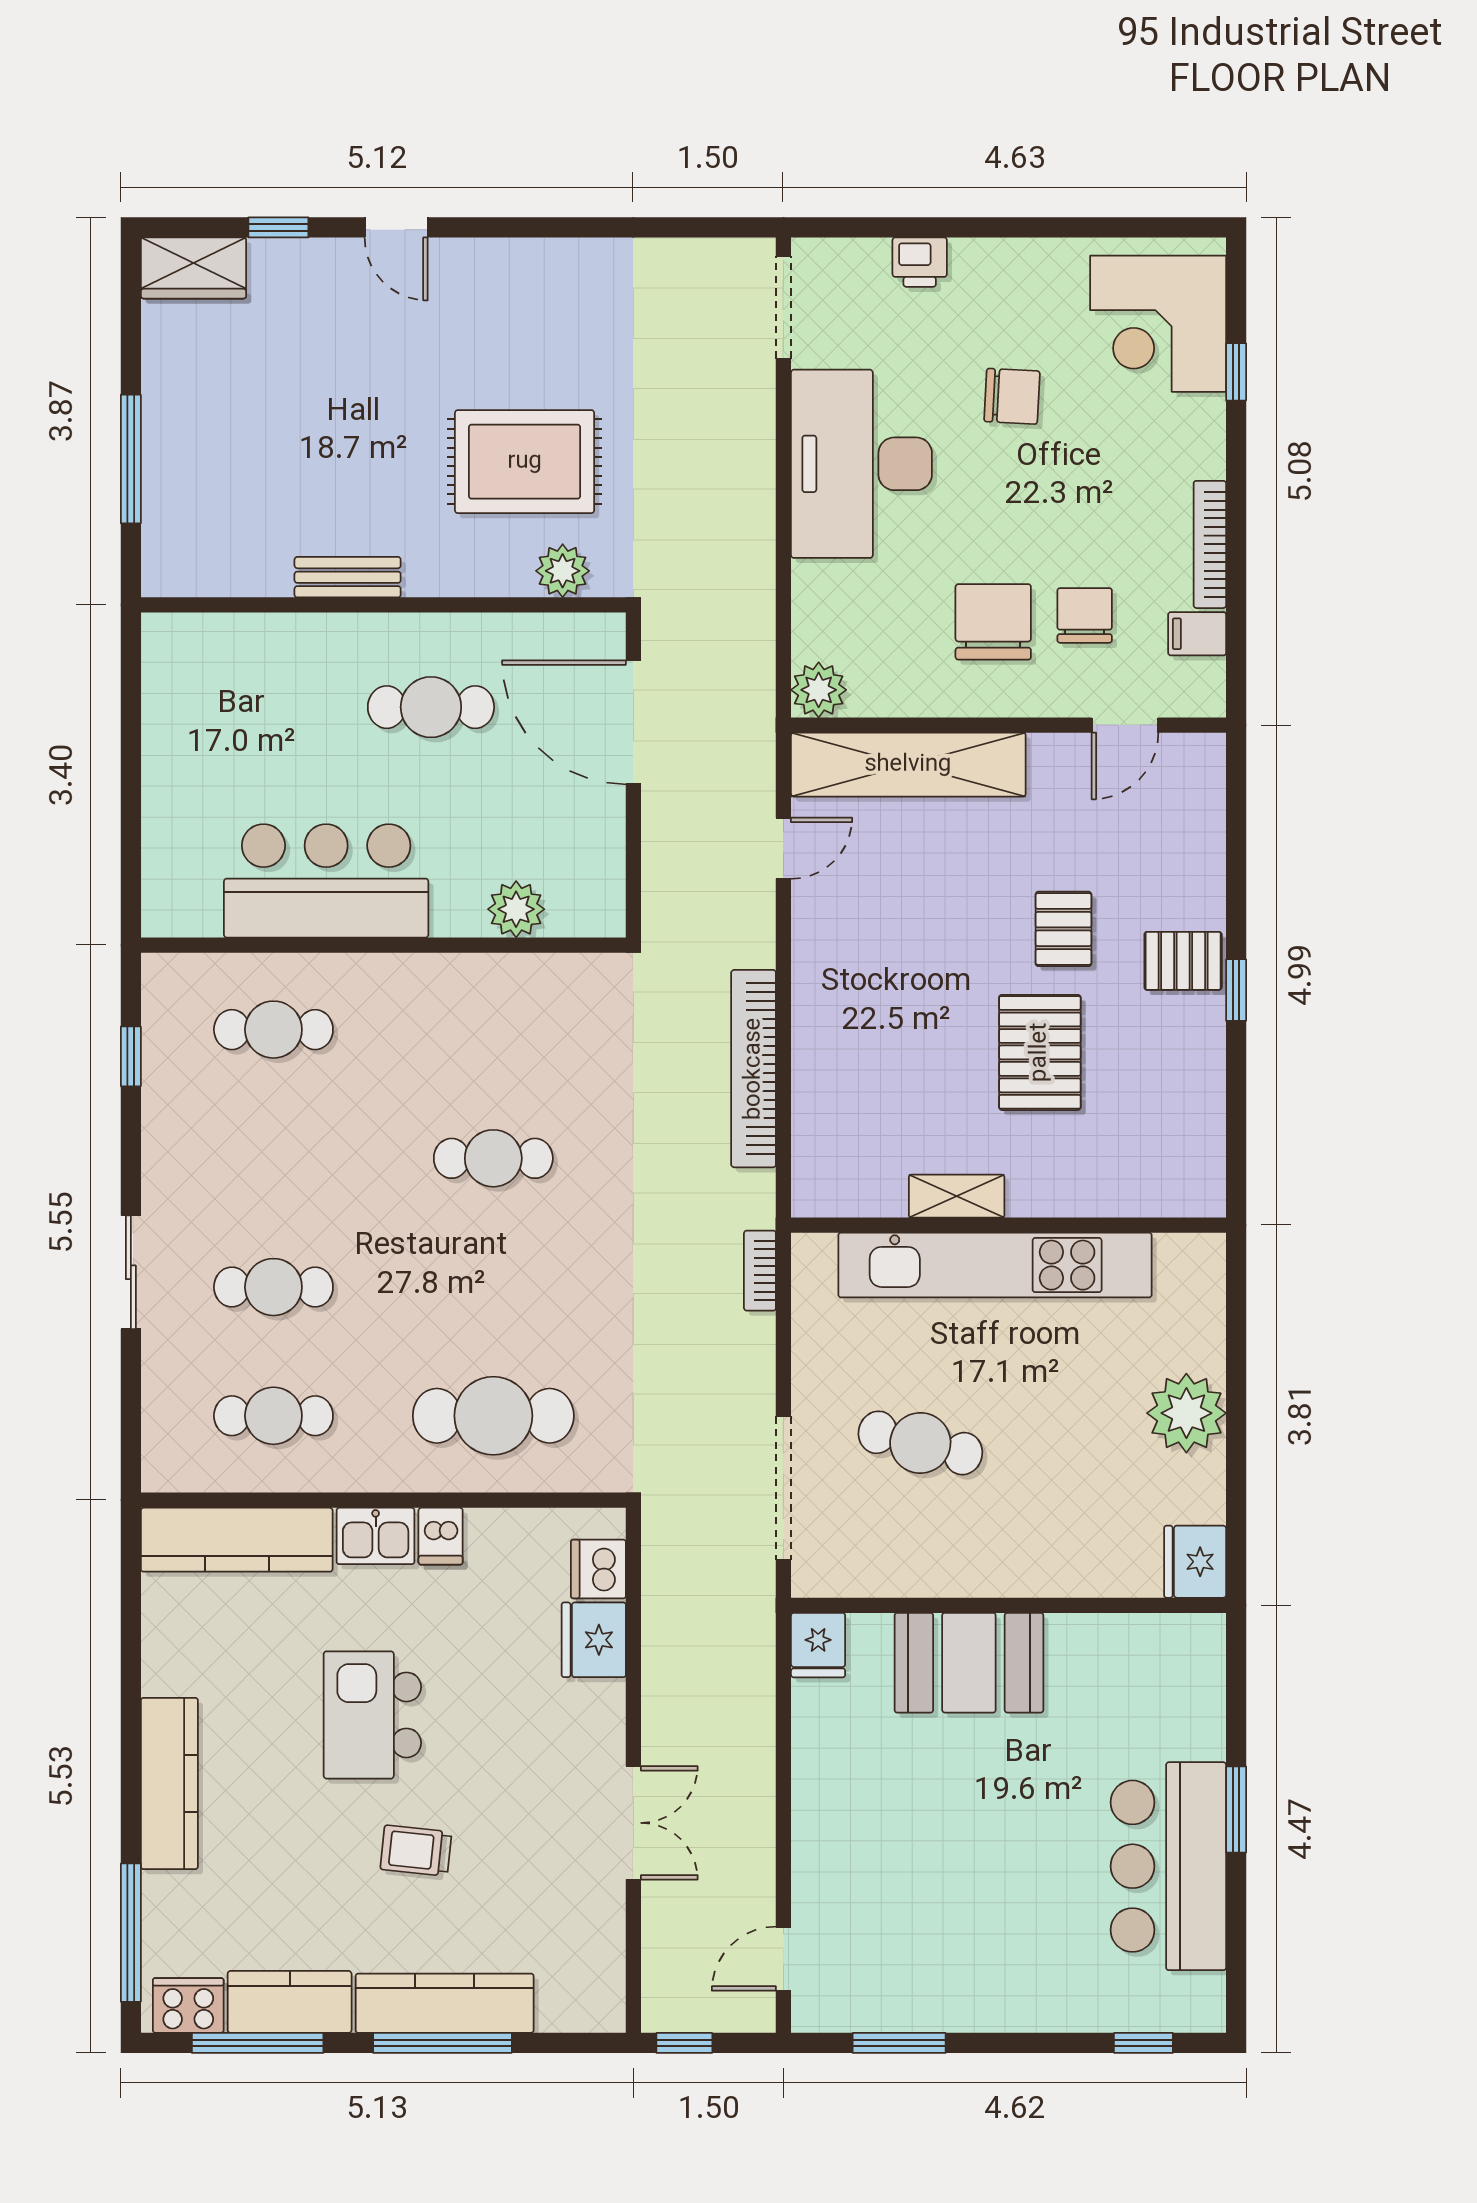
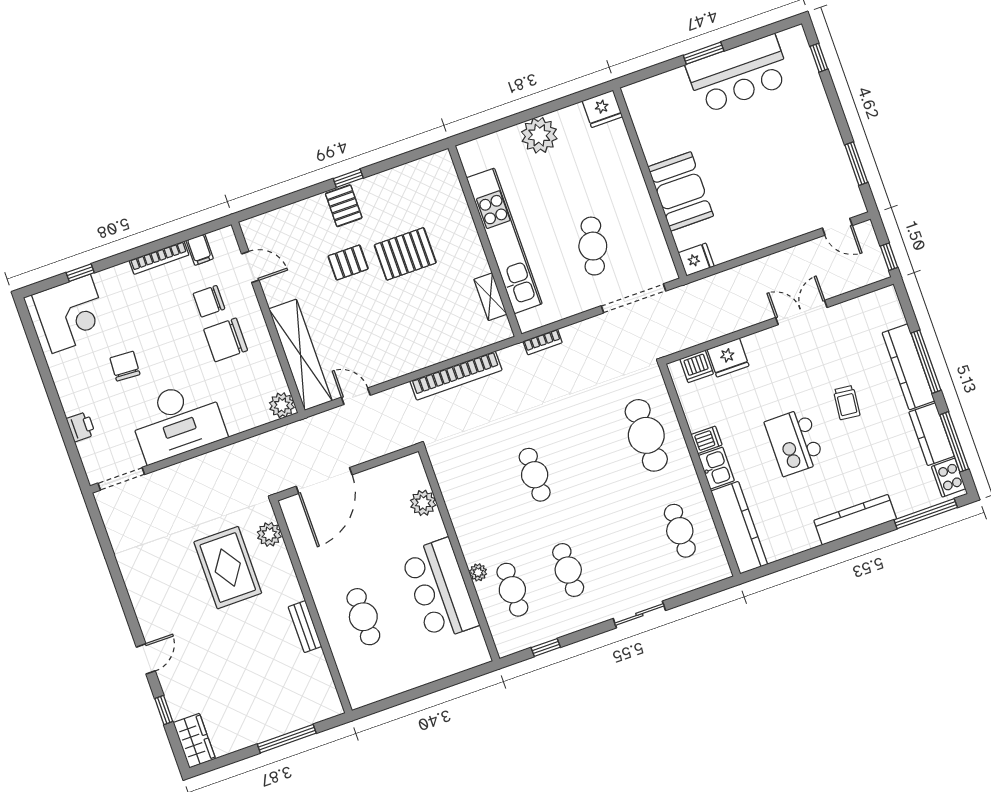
cafe table: (431, 707) -> (363, 617), moved
plant: (334, 972) -> (478, 572), added
shelving: (957, 1196) -> (490, 297), moved
cafe table: (273, 1287) -> (568, 570), moved
kitchen island: (372, 1715) -> (794, 442), turned 90

